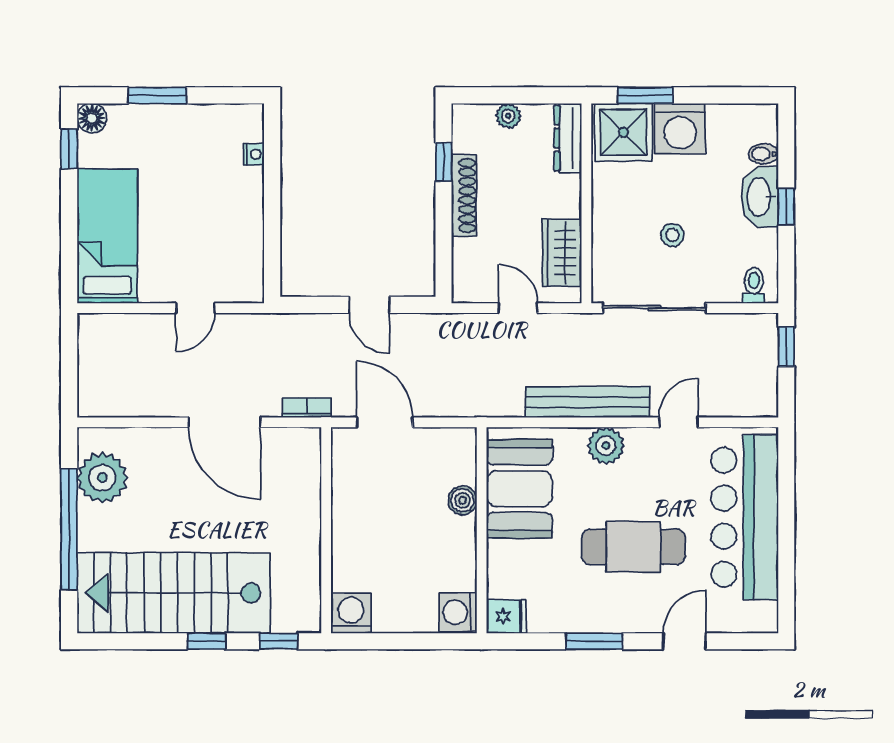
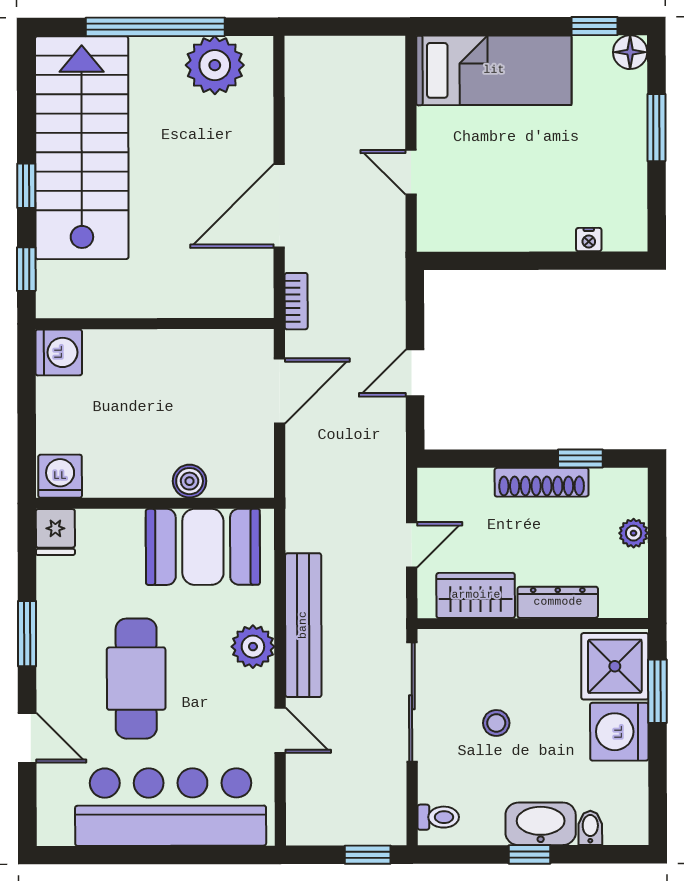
dresser: (568, 138) -> (558, 602), moved

